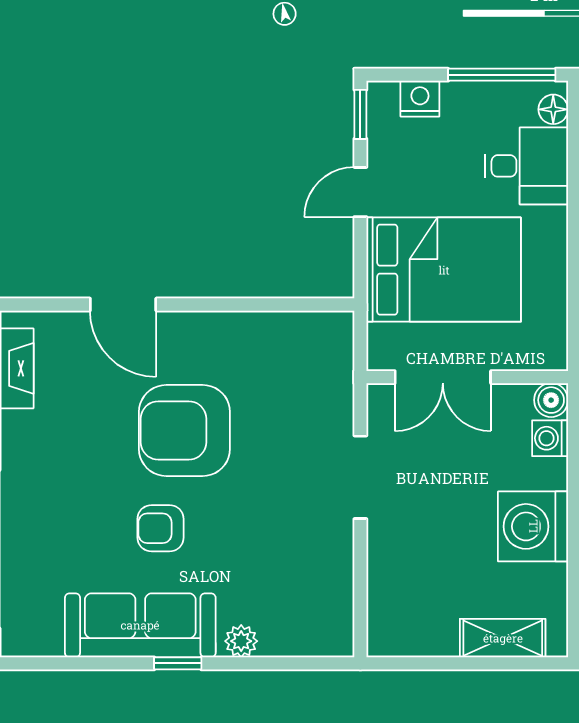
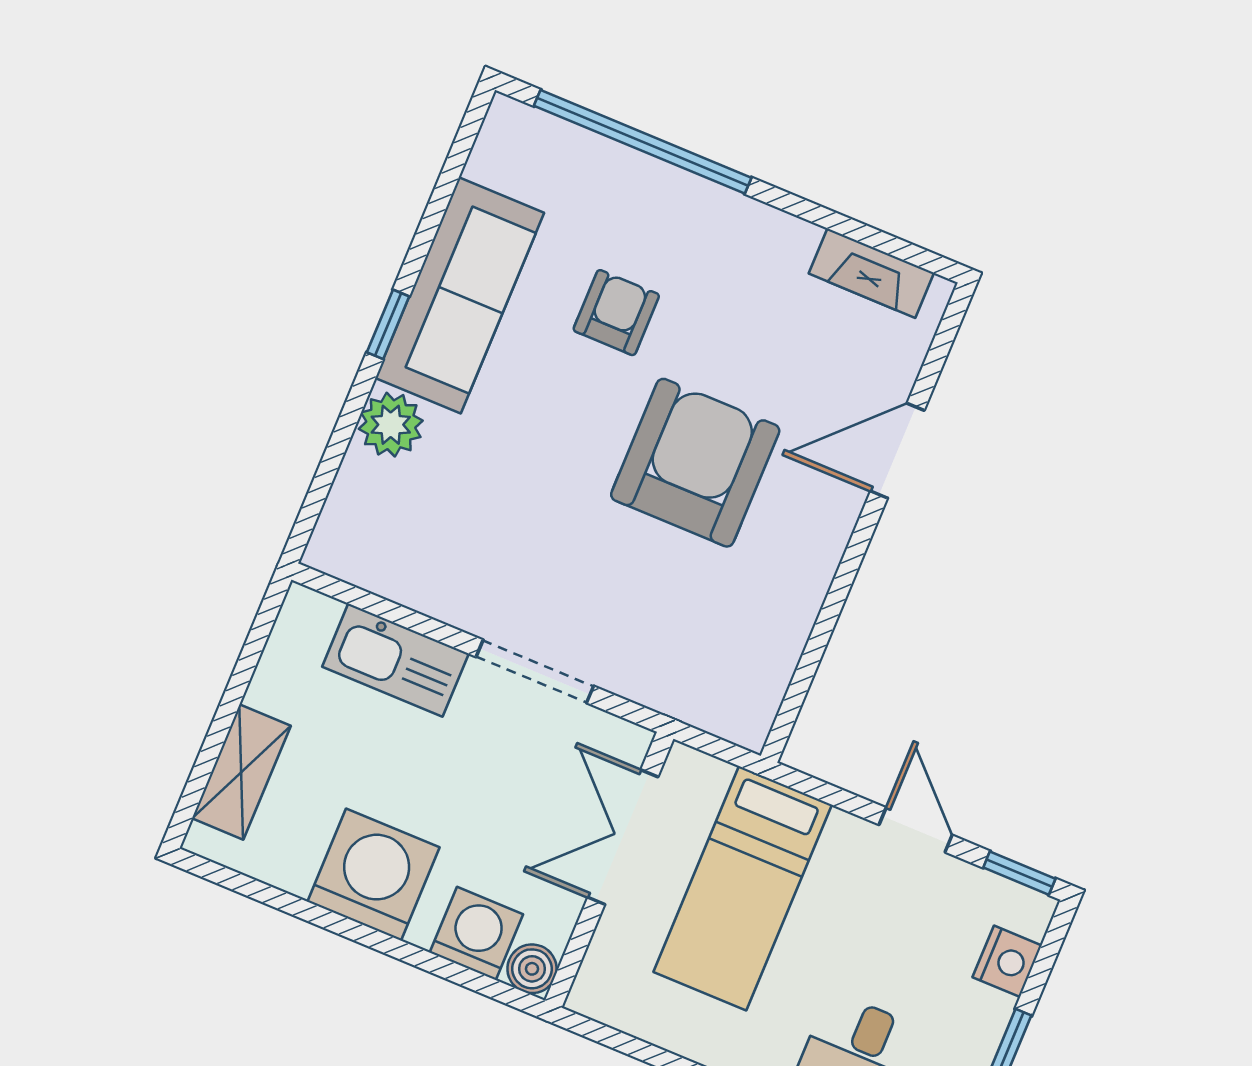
bed: (444, 270) -> (743, 888), width x0.67
washing machine: (550, 438) -> (476, 933), width x1.38, depth x1.38
armchair: (161, 528) -> (616, 313), moved
kitchen sink: (390, 569) -> (395, 660), added
plant: (241, 641) -> (391, 425), width x1.38, depth x1.38

